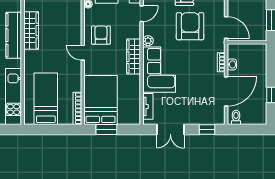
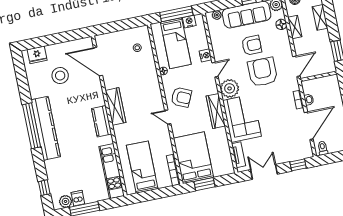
door: (226, 27) -> (296, 66), hinge flipped
kitchen counter: (14, 35) -> (102, 121), width x0.67
armchair: (101, 35) -> (181, 97), turned 114
plant: (148, 41) -> (230, 88), width x1.88, depth x1.88
double door: (170, 130) -> (264, 172), swing flipped

